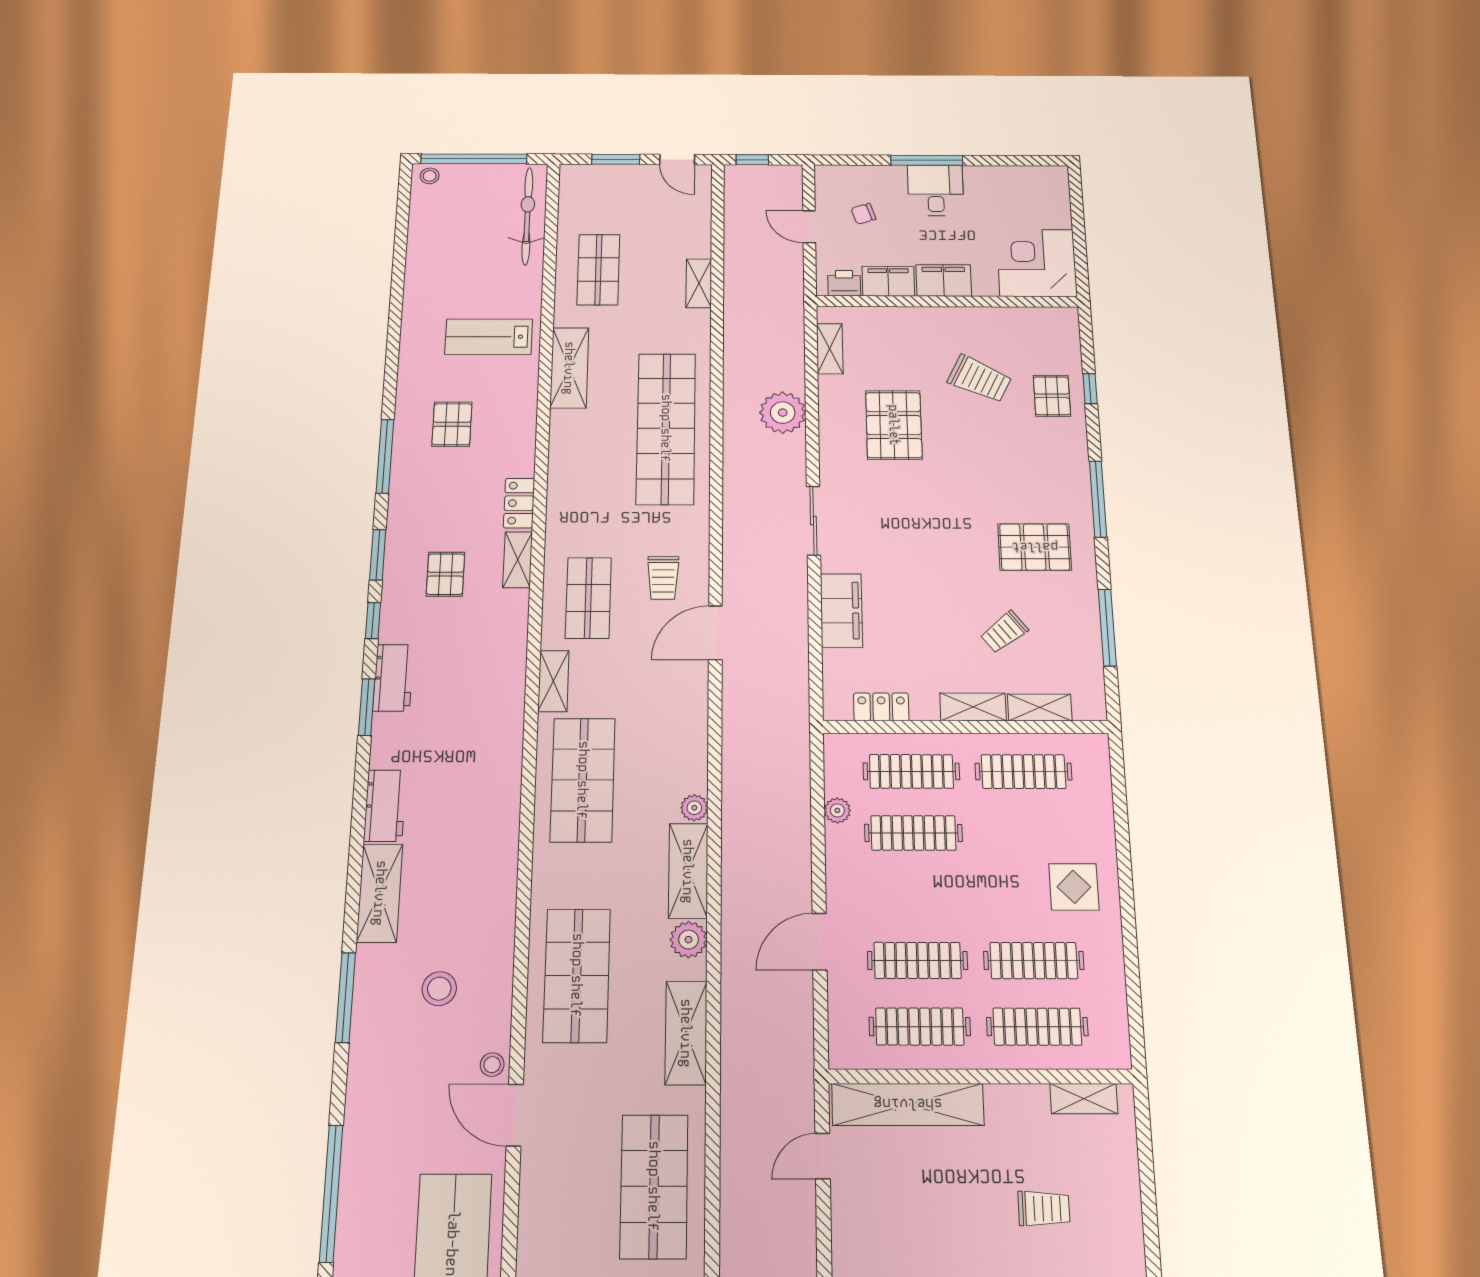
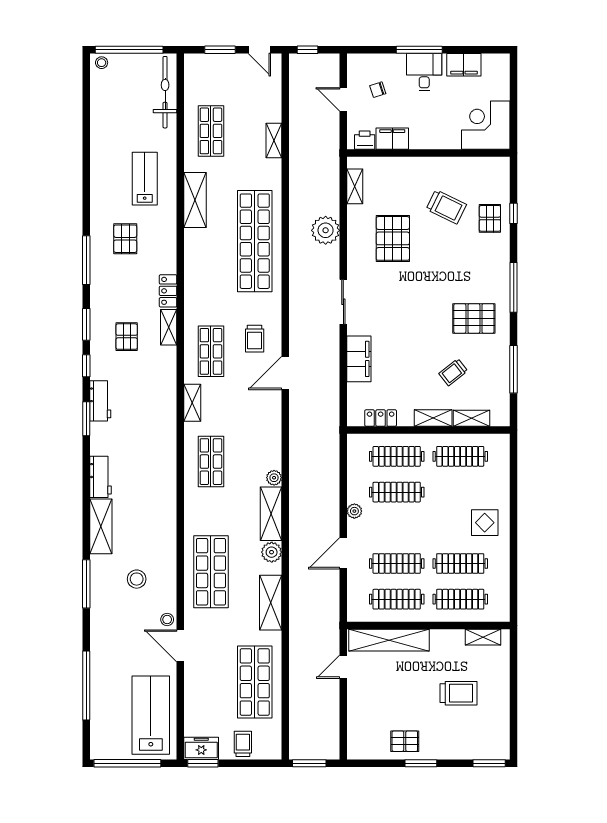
filing cabinet: (944, 280) -> (464, 65), moved, turned 180
lab bench: (489, 337) -> (145, 179), turned 90
shop shelf: (583, 780) -> (211, 462), width x0.70, depth x0.74
plant: (837, 810) -> (354, 511), moved
trolley: (1044, 1209) -> (458, 693), width x1.36, depth x1.39

